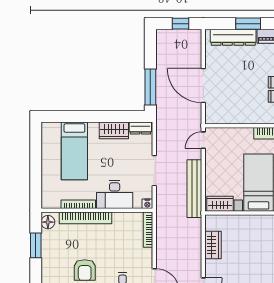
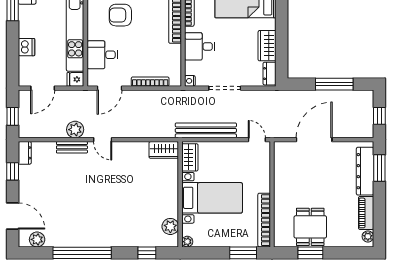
window: (248, 24) -> (379, 168), moved
window: (150, 87) -> (334, 84), moved
desk: (115, 195) -> (200, 46), width x0.73
bookcase: (148, 230) -> (150, 82), moved
wardrobe: (213, 245) -> (164, 150), moved

